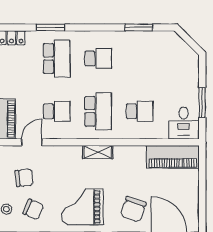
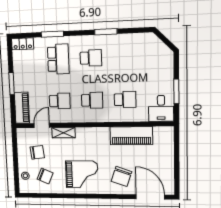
window: (139, 27) -> (106, 32), moved
school desk: (98, 111) -> (92, 100), width x0.54
shelving: (98, 152) -> (64, 133), moved
piano: (173, 157) -> (131, 136), moved
grand piano: (82, 207) -> (82, 174), turned 180

